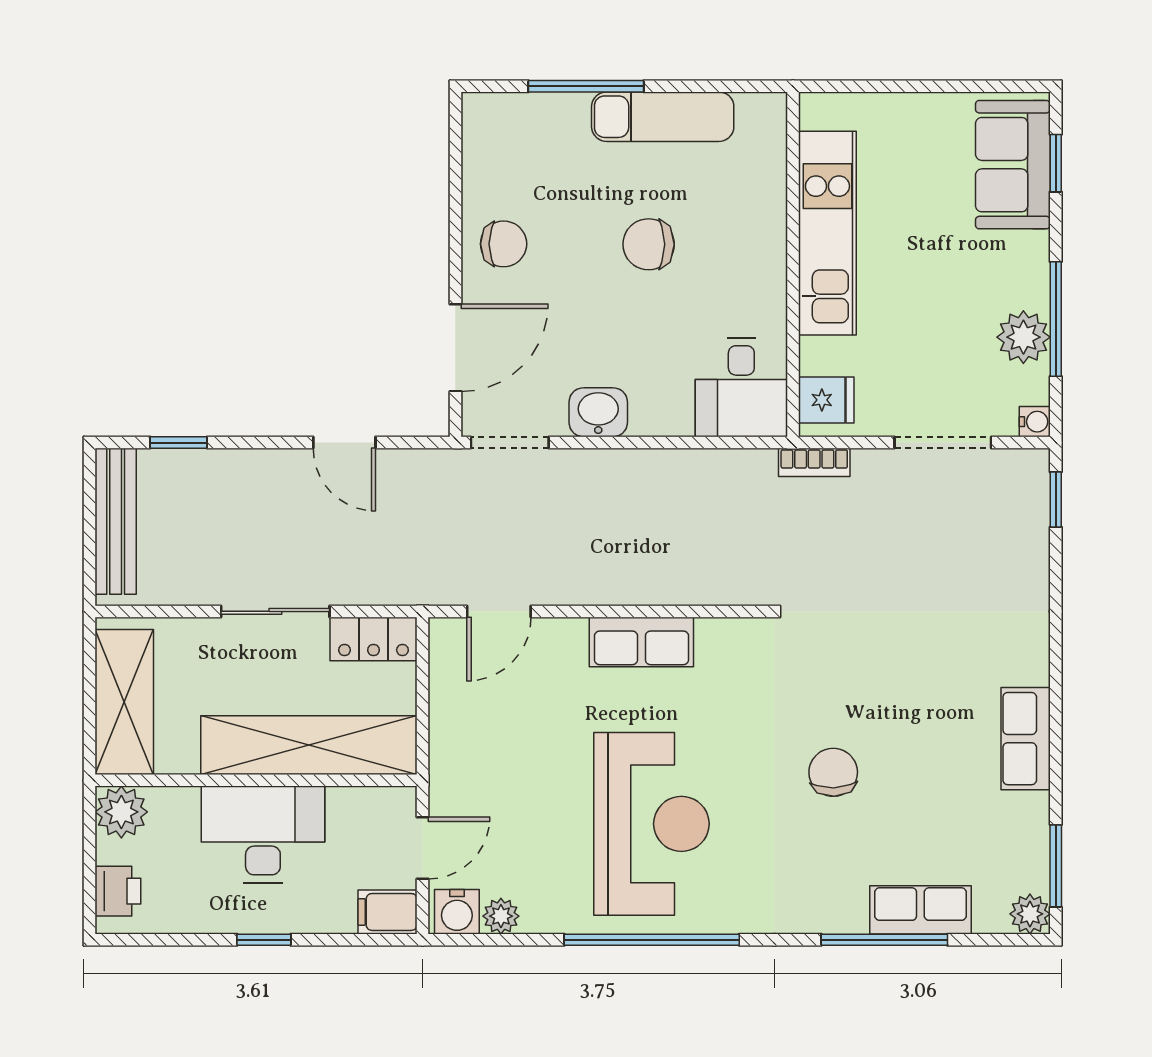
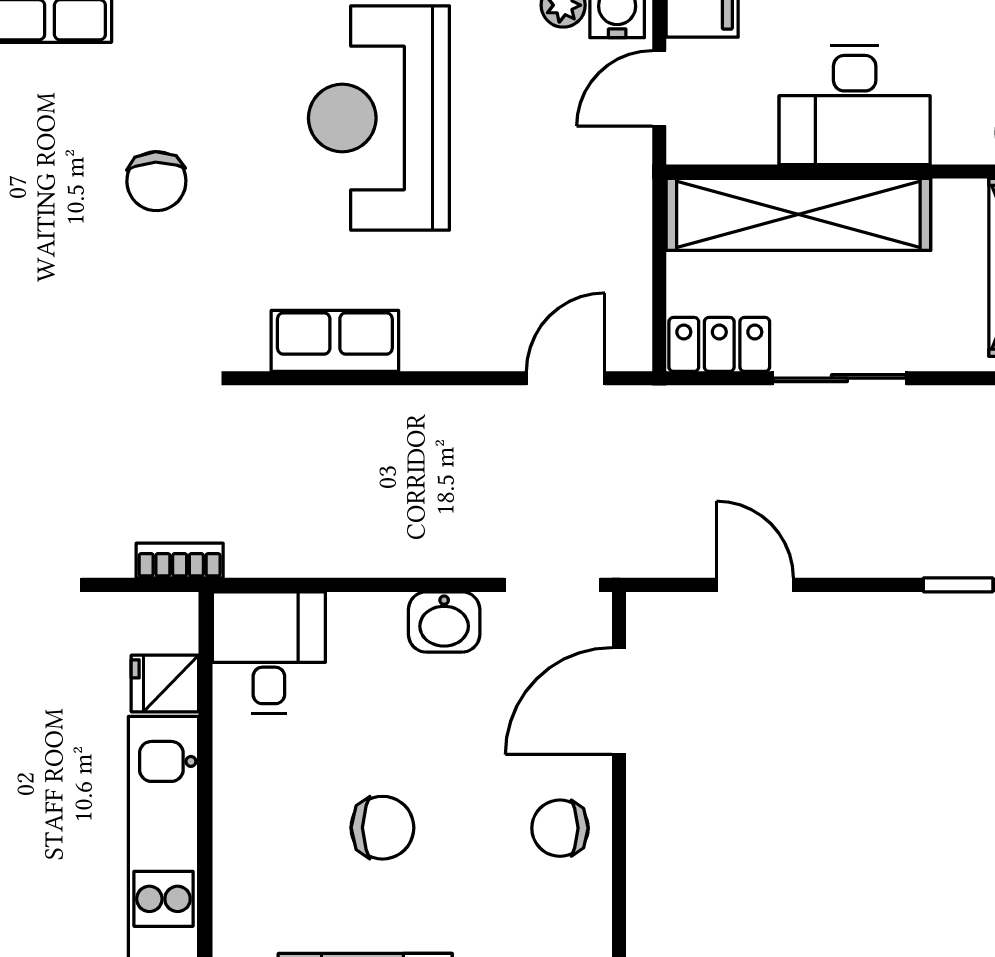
fridge: (826, 400) -> (165, 684), moved
row of seats: (641, 642) -> (335, 341), moved

